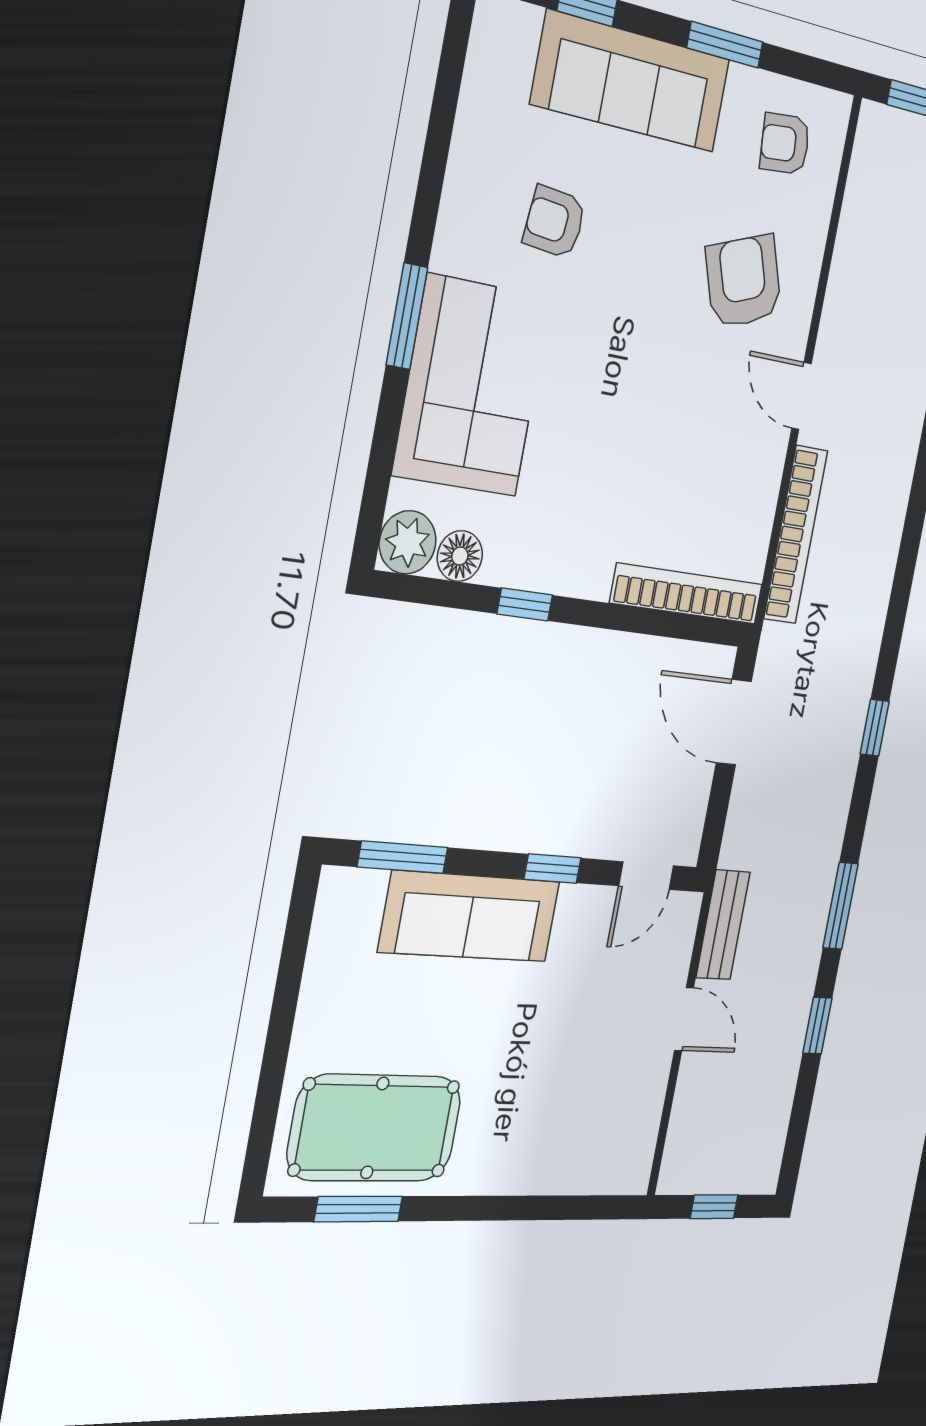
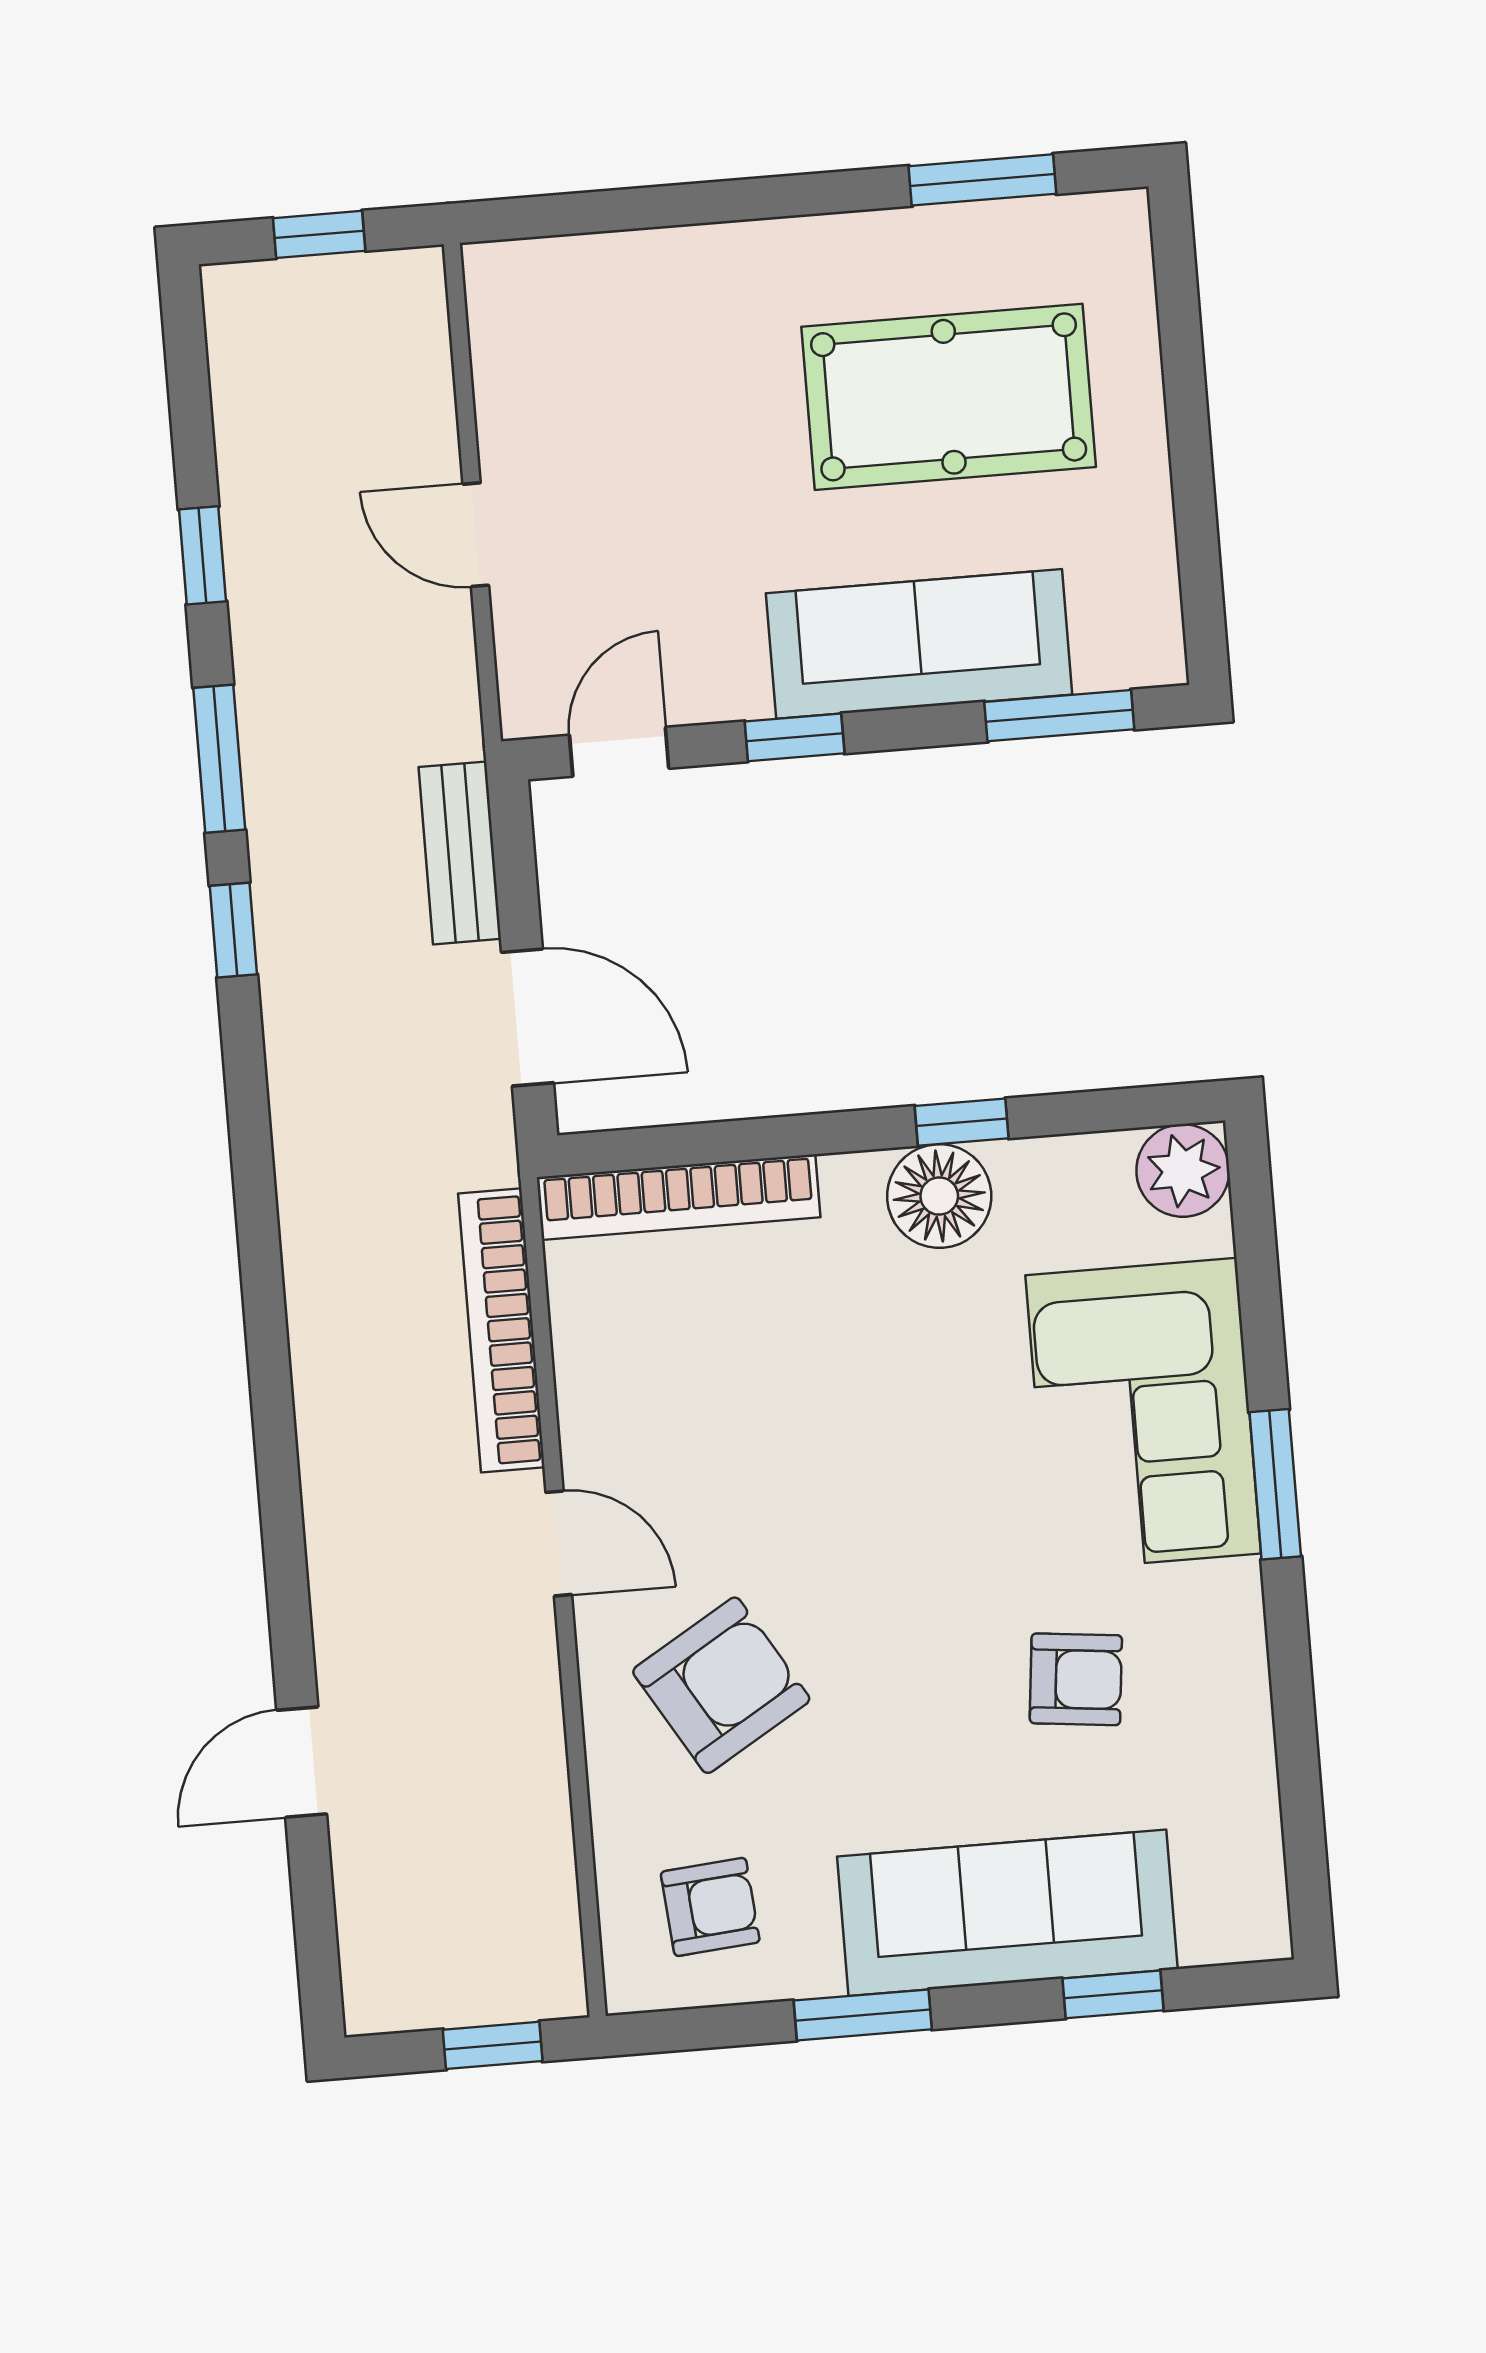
armchair: (744, 282) -> (721, 1685), turned -101
floor lamp: (460, 556) -> (939, 1196), moved, width x1.38, depth x1.38
window: (875, 728) -> (233, 930), moved
bench: (723, 925) -> (460, 853), moved
pool table: (375, 1128) -> (949, 397), moved

